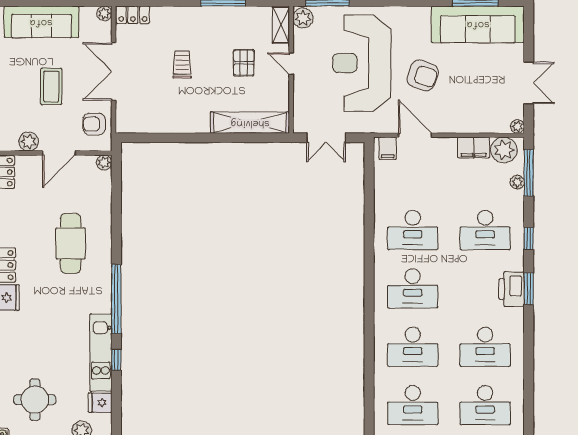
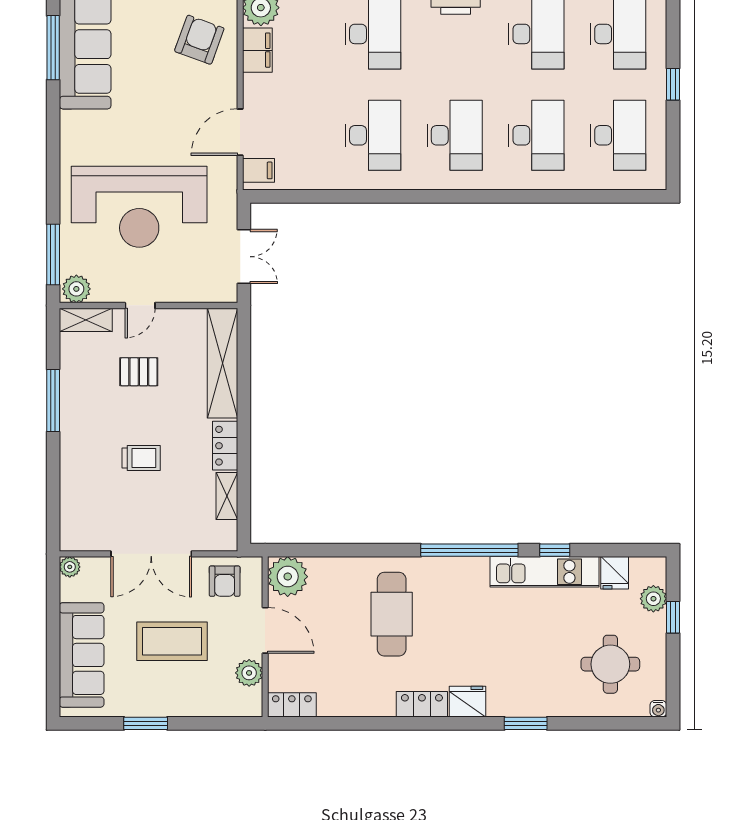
locker: (133, 15) -> (225, 446), moved, turned 180
trolley: (182, 64) -> (141, 458), turned 180
armchair: (423, 75) -> (199, 40), moved
coffee table: (51, 86) -> (172, 641), width x1.36, depth x1.32
shelving: (155, 126) -> (227, 496), added
plant: (104, 162) -> (288, 577), width x1.87, depth x1.87
cafe table: (71, 243) -> (392, 614), turned 90

